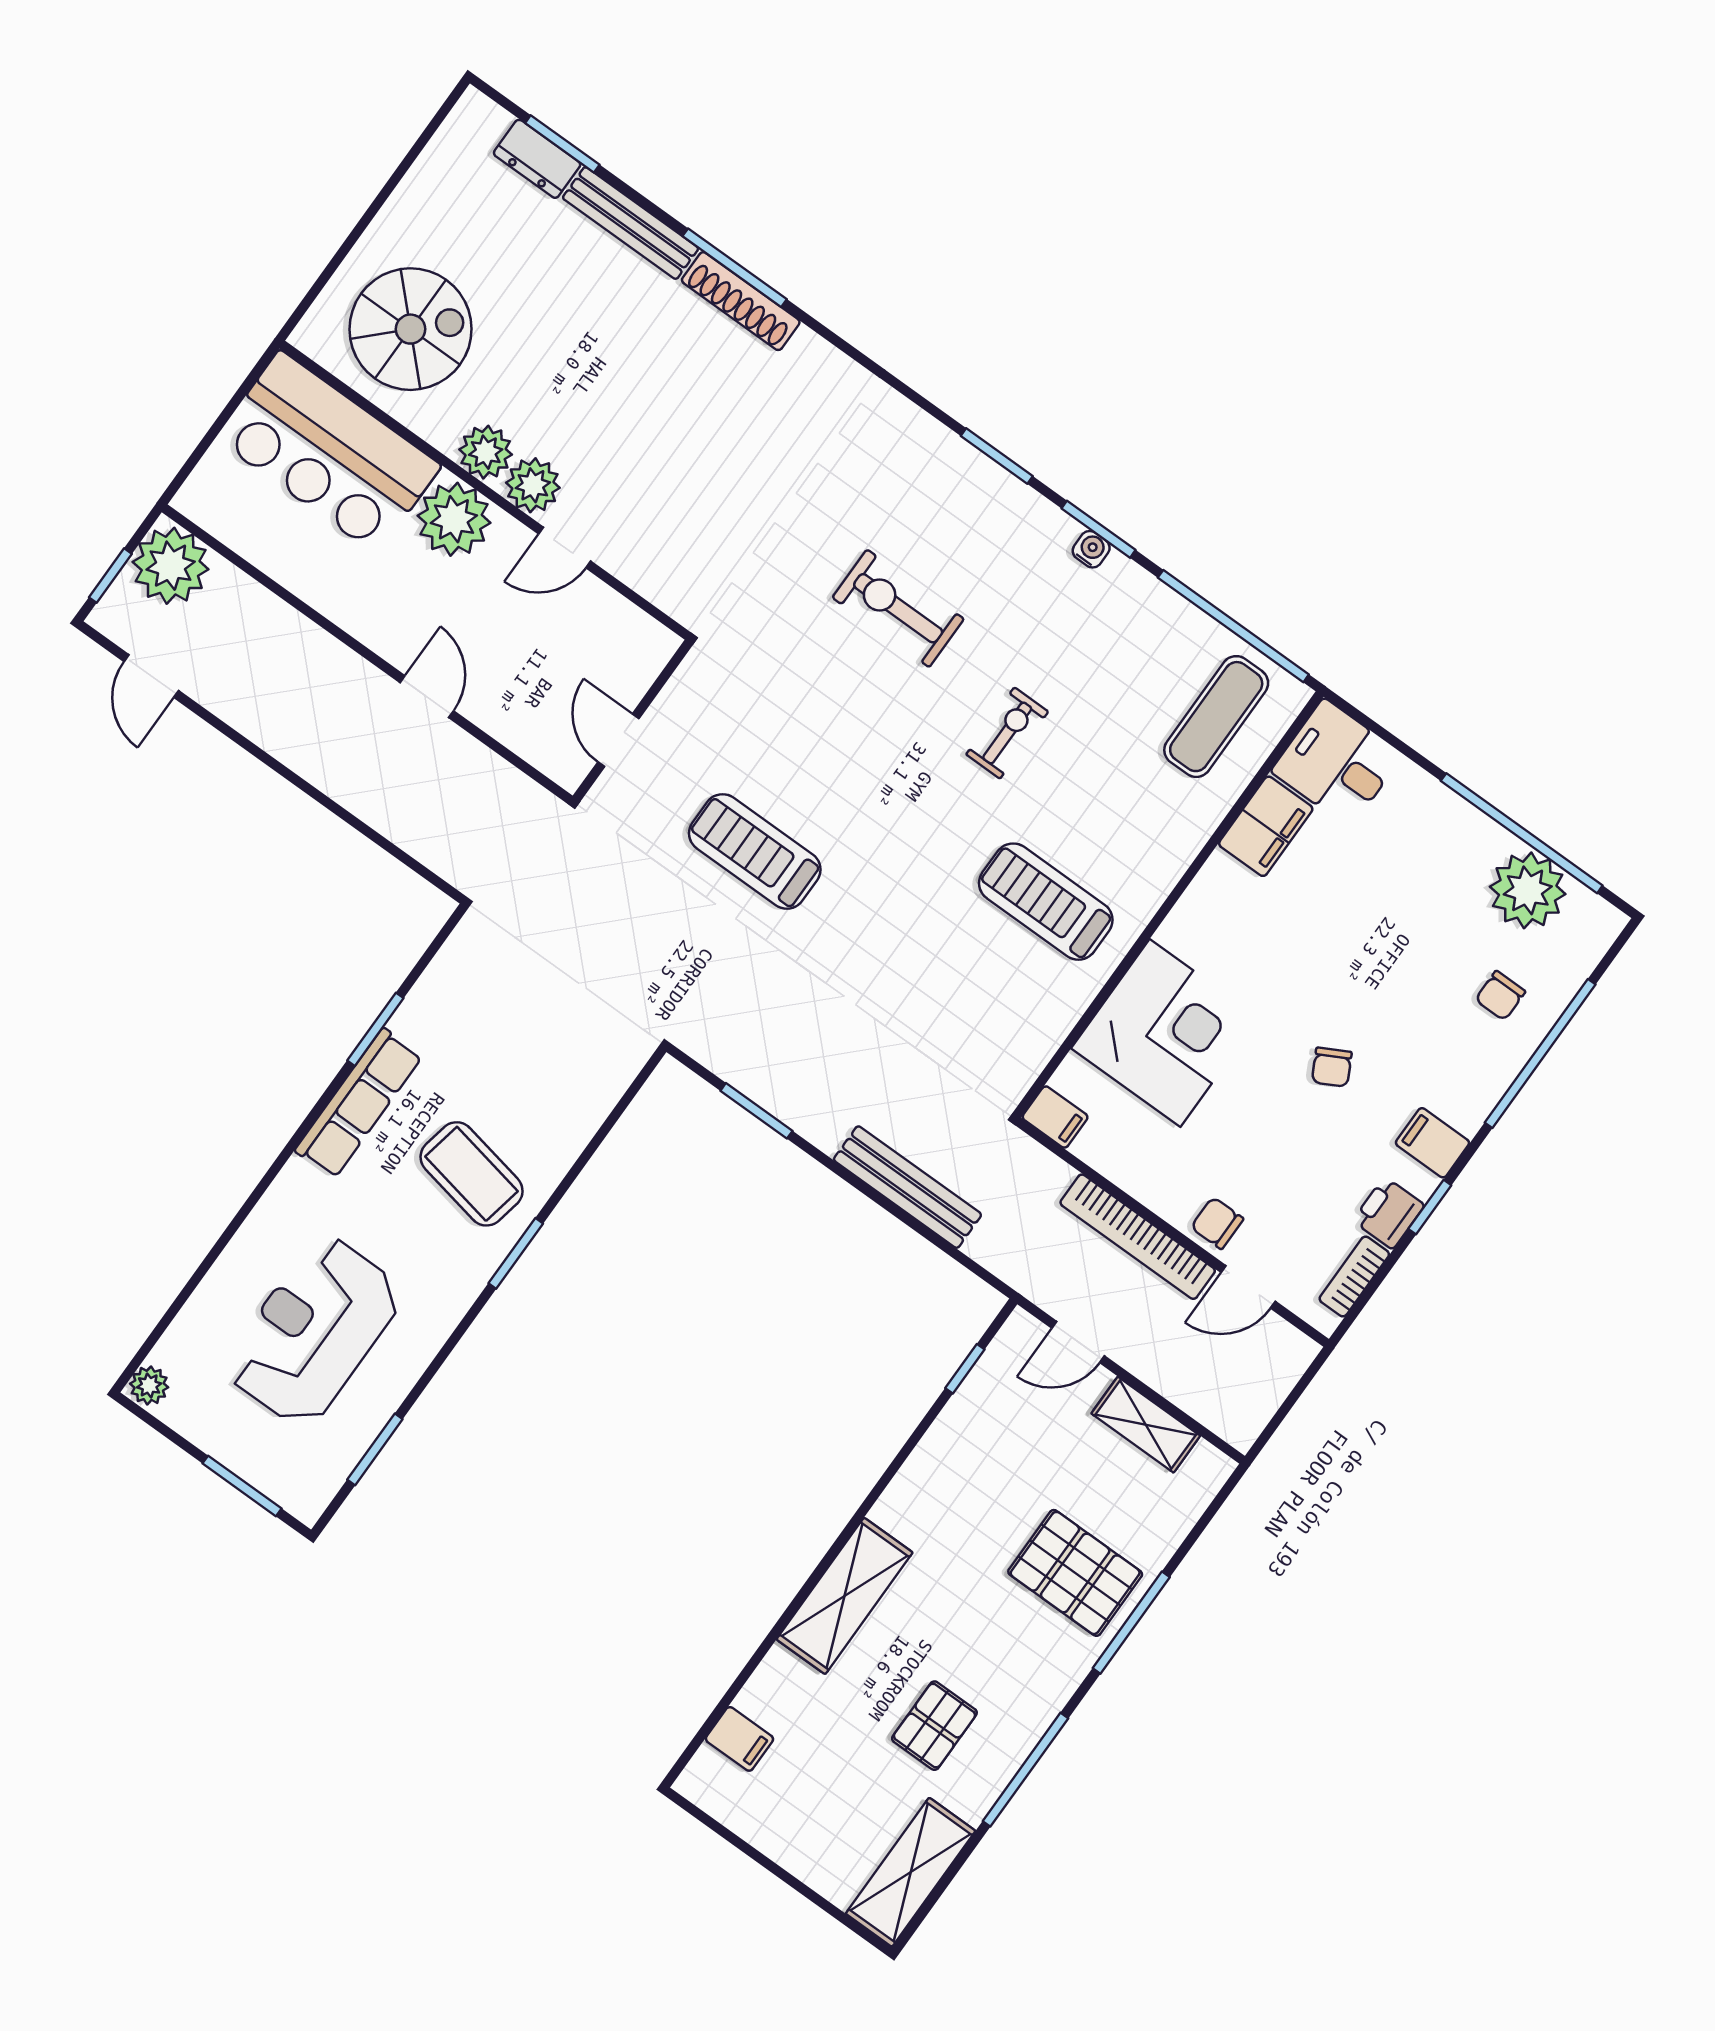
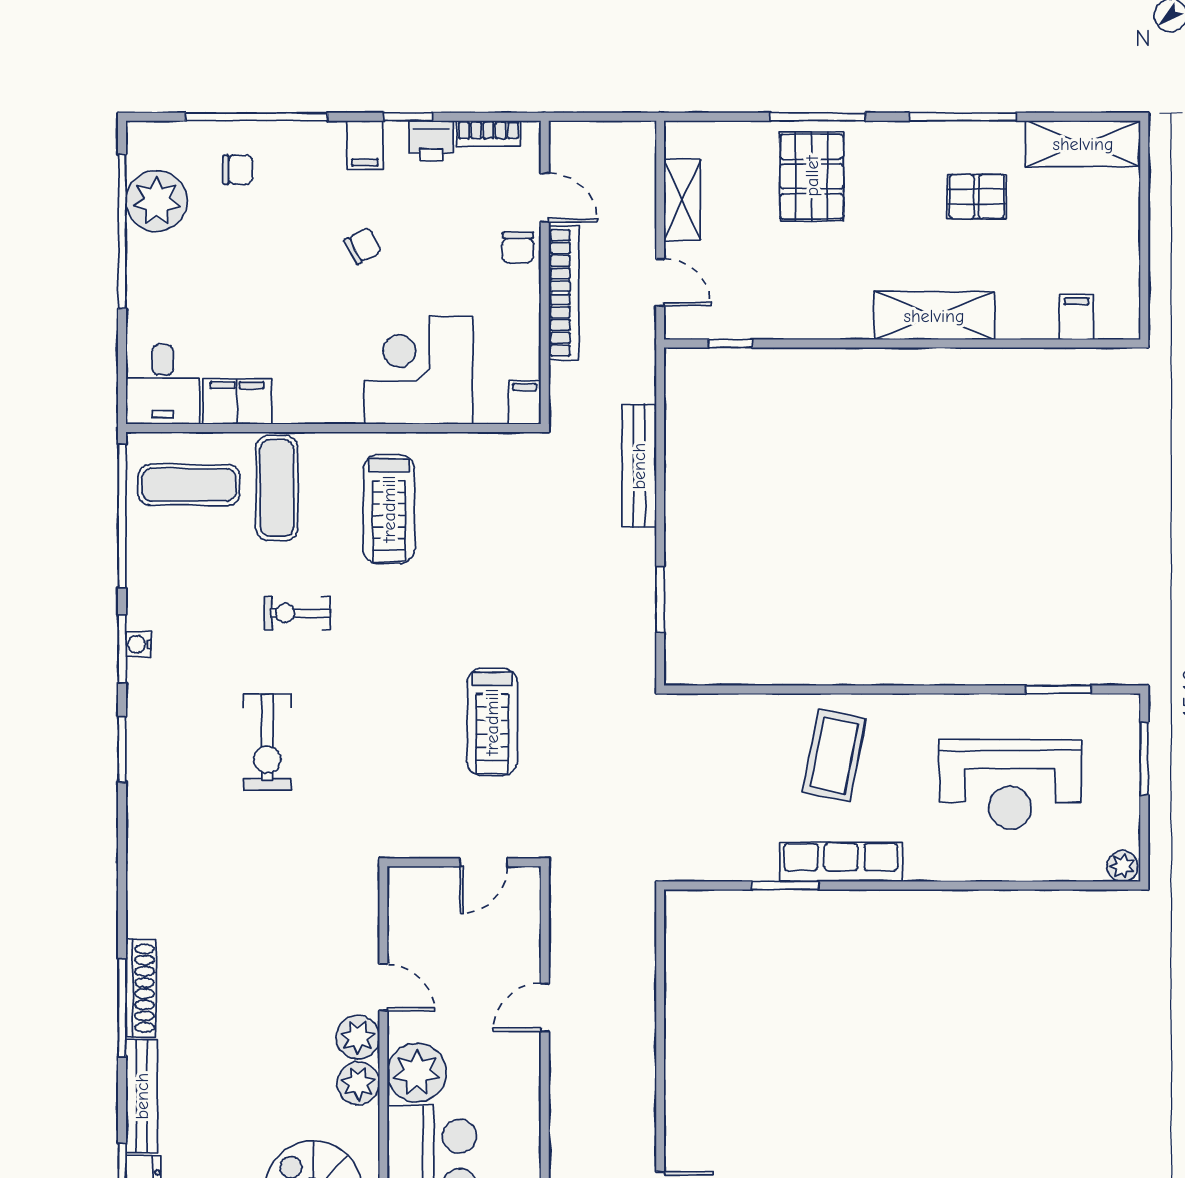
exercise mat: (1149, 803) -> (277, 488), added
window: (516, 1253) -> (865, 689), removed

